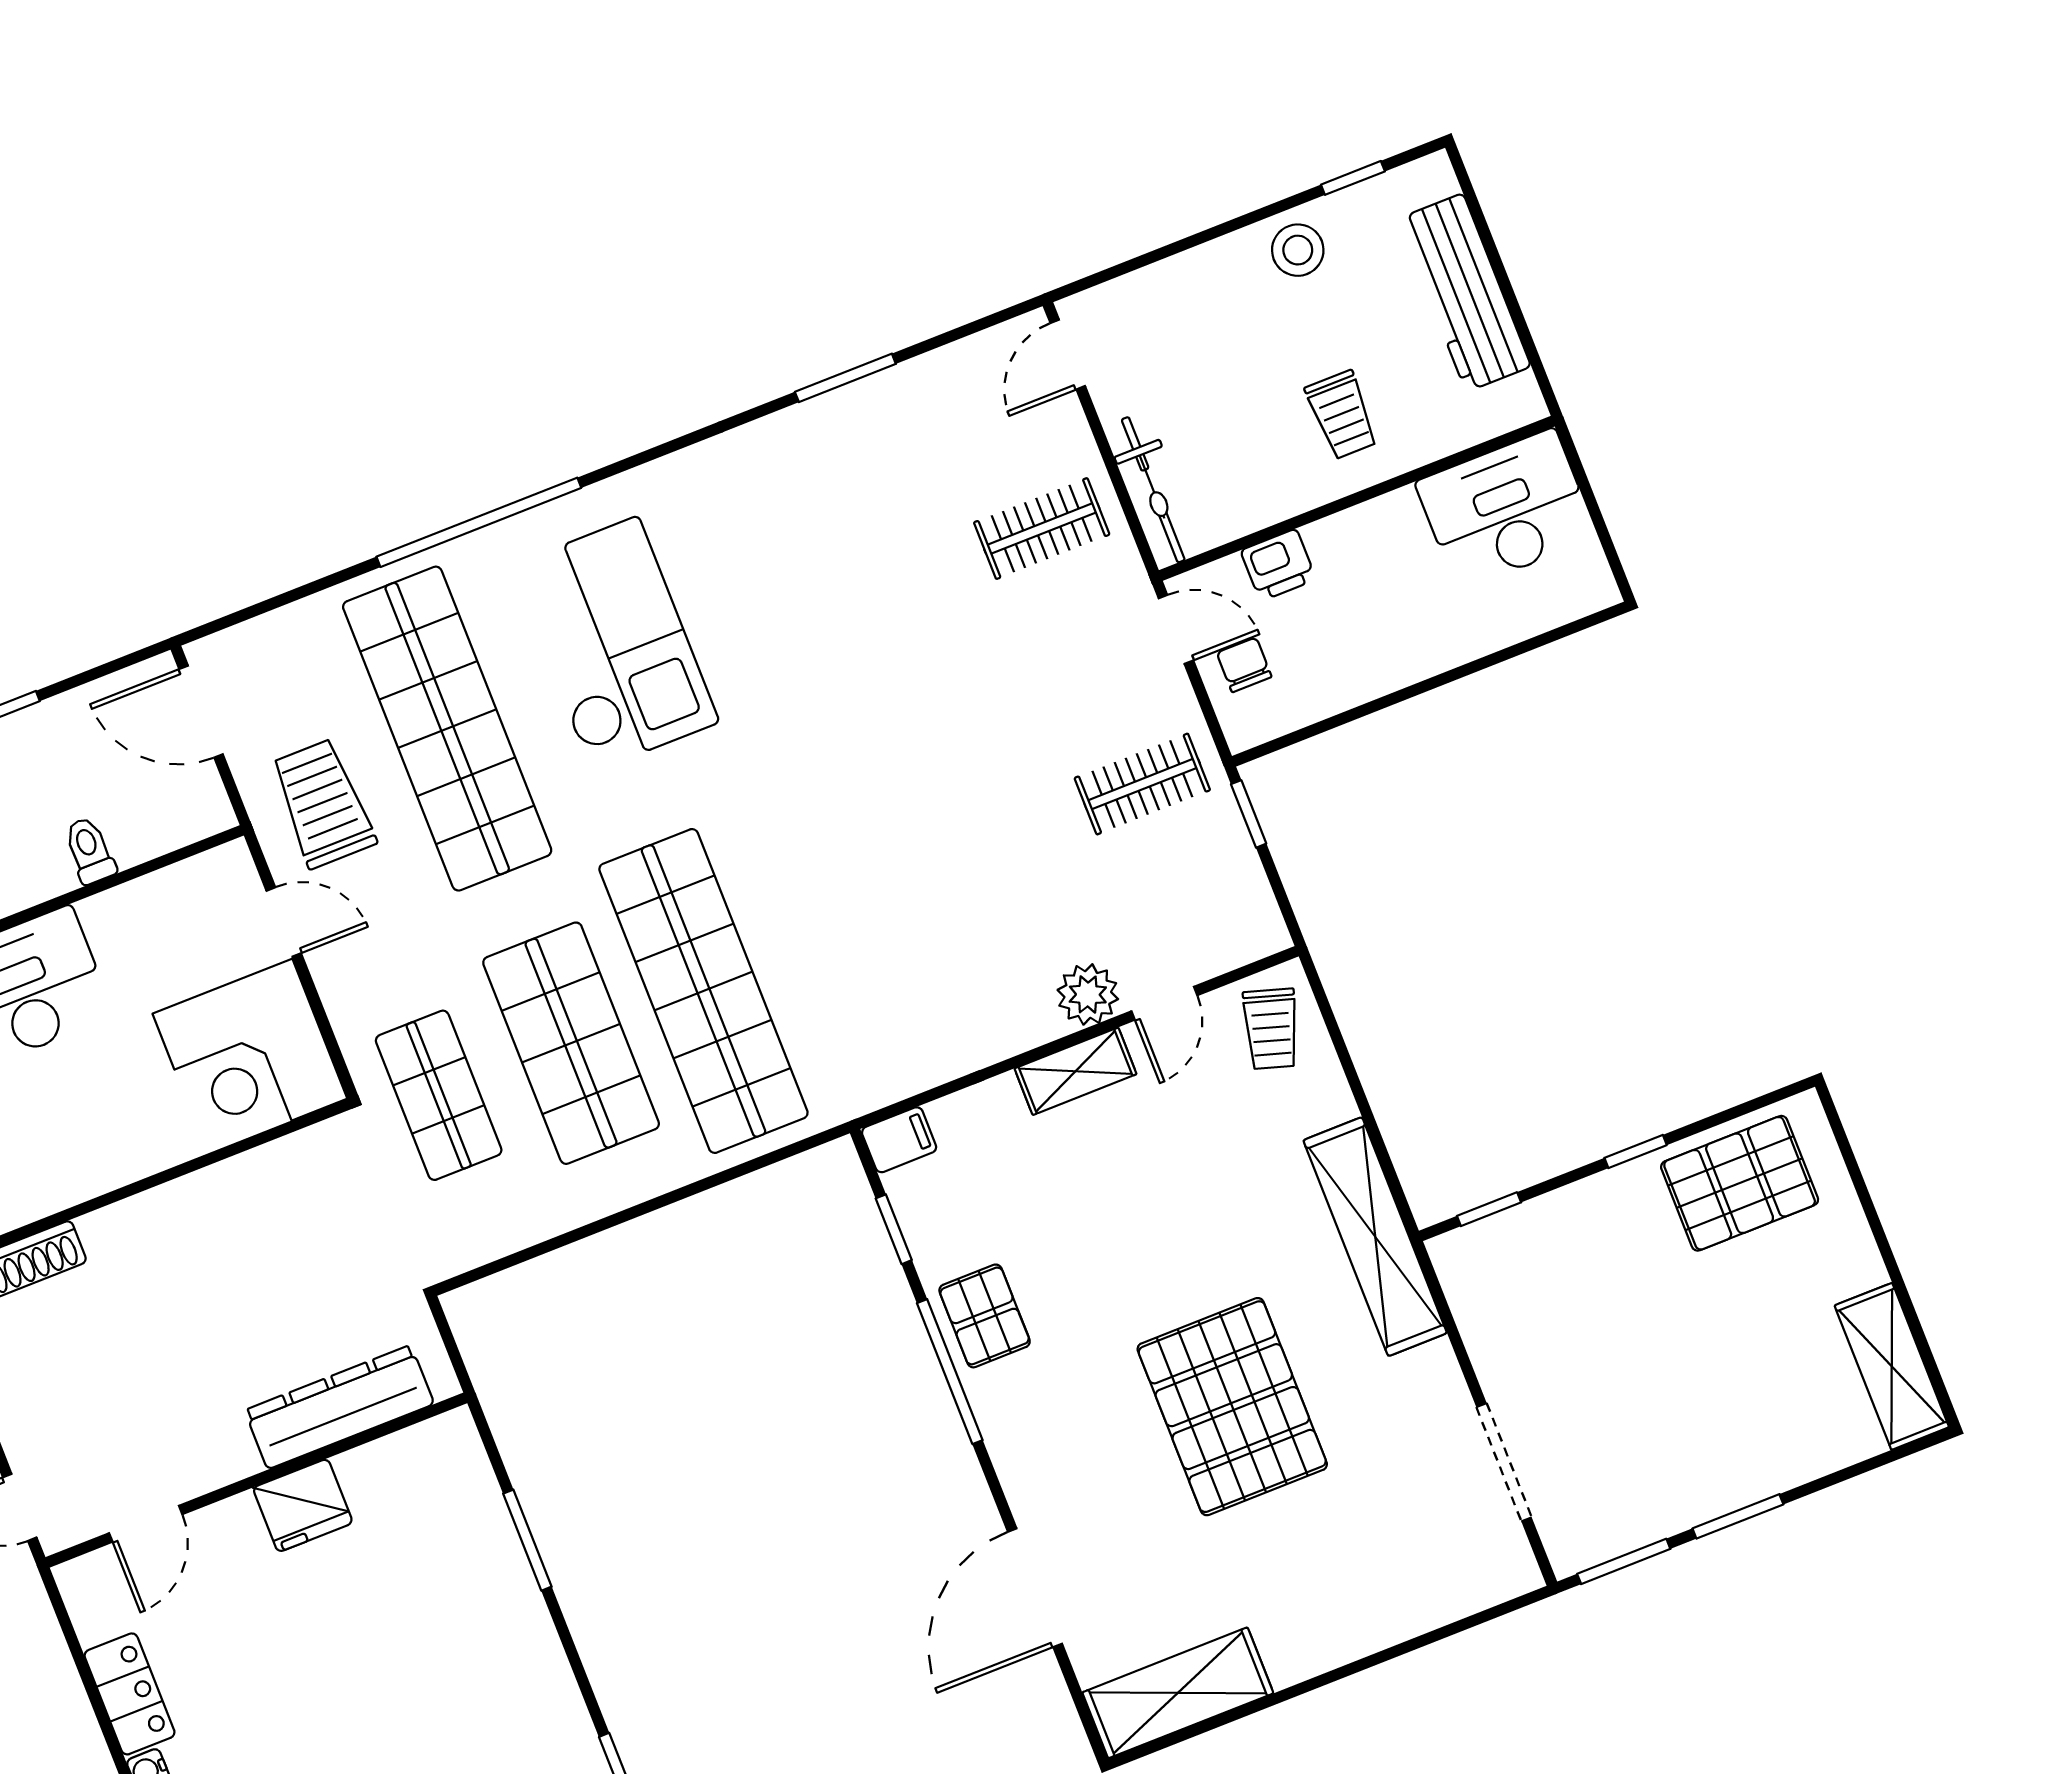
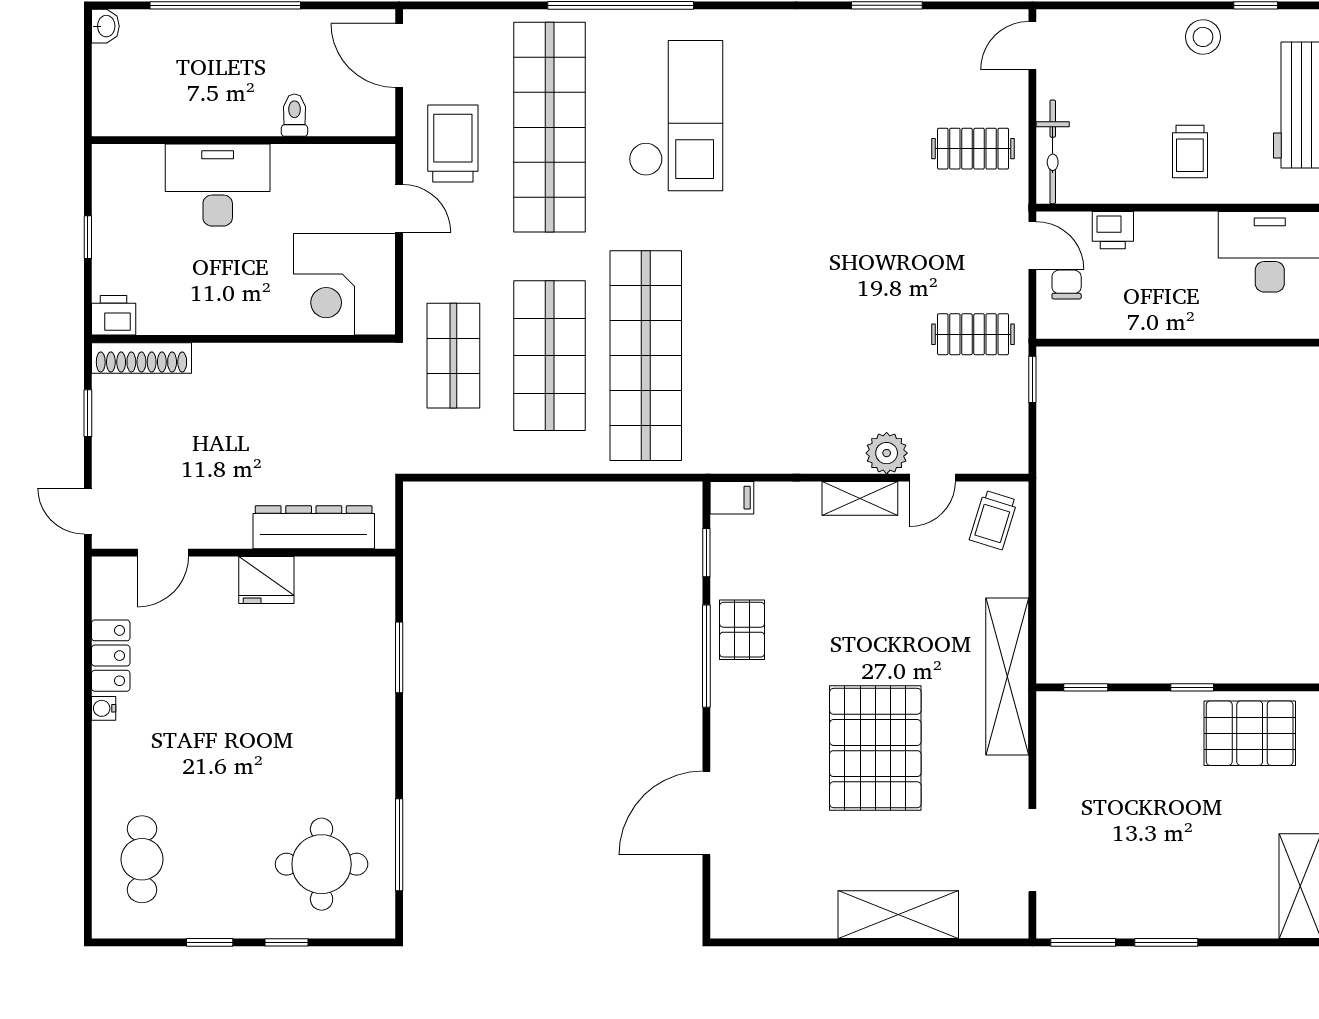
shelving: (1178, 1693) -> (898, 915), moved

